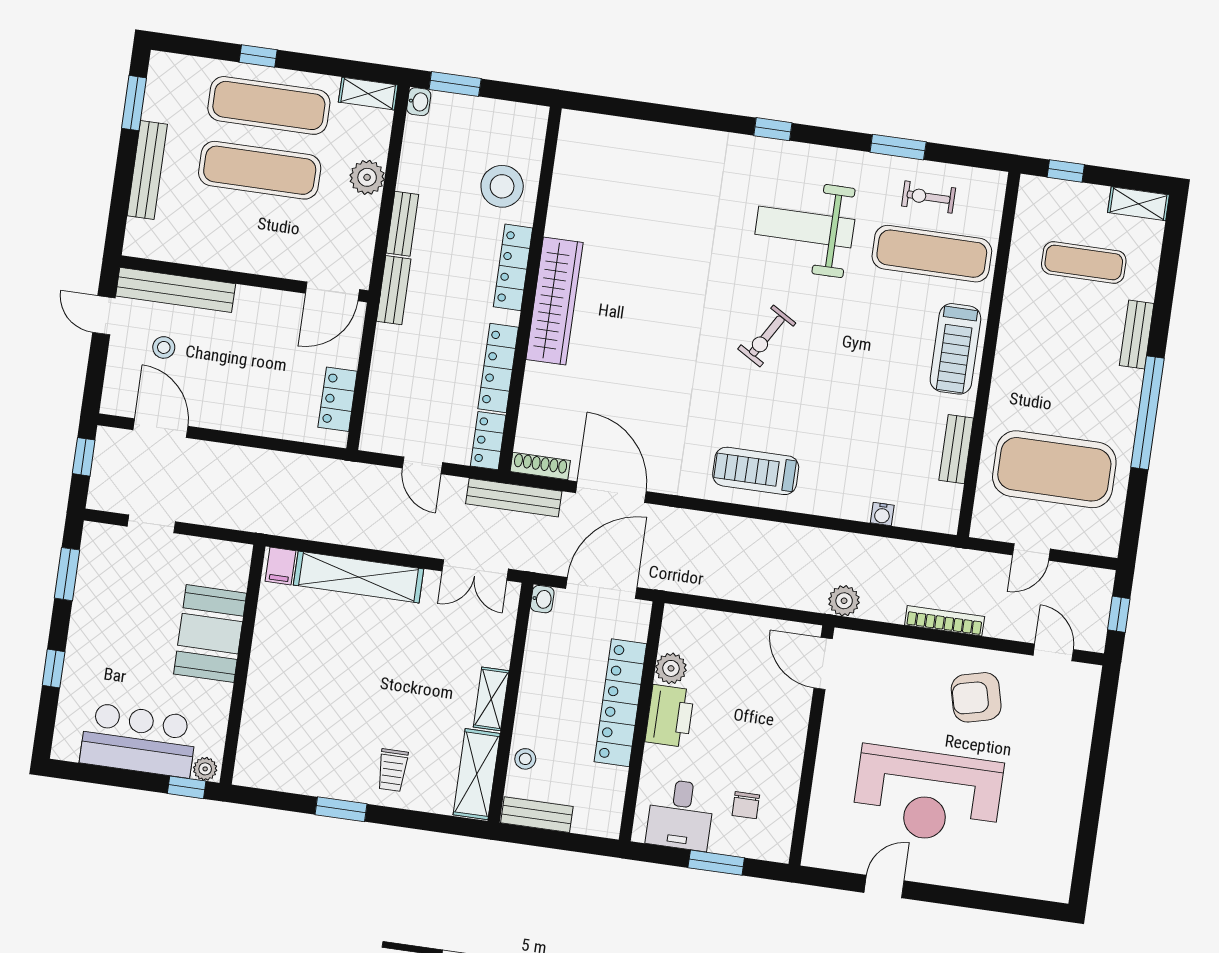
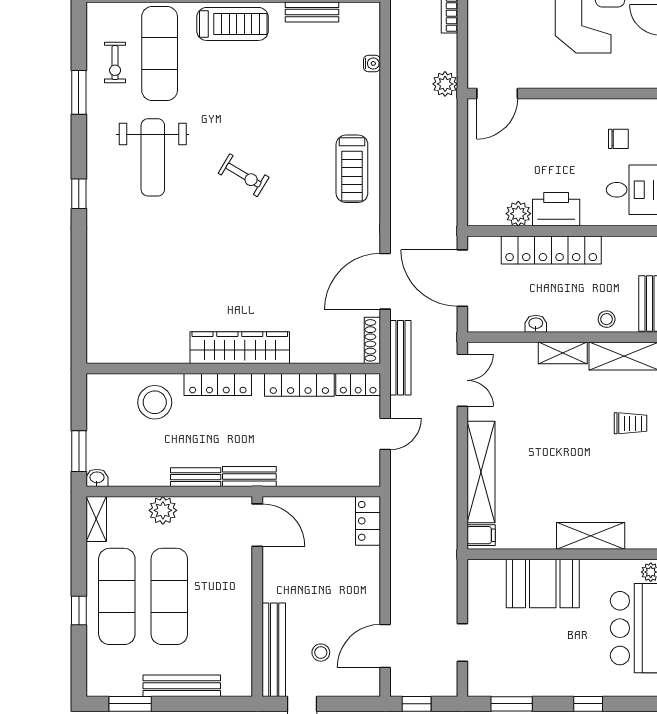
locker: (338, 399) -> (368, 521), moved, turned 90
washbasin: (542, 599) -> (536, 324), moved
shelving: (260, 701) -> (591, 536), added

